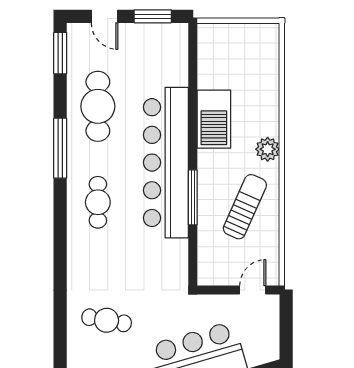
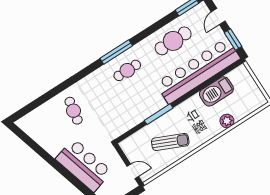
barbecue: (214, 119) -> (216, 91), moved
window: (60, 148) -> (116, 52), moved
plant: (268, 149) -> (227, 121), moved
bar counter: (166, 163) -> (198, 71), moved

